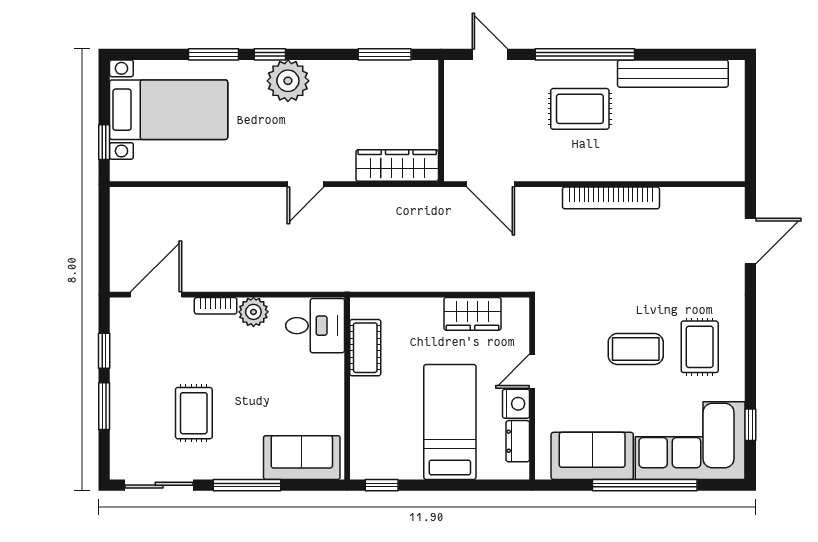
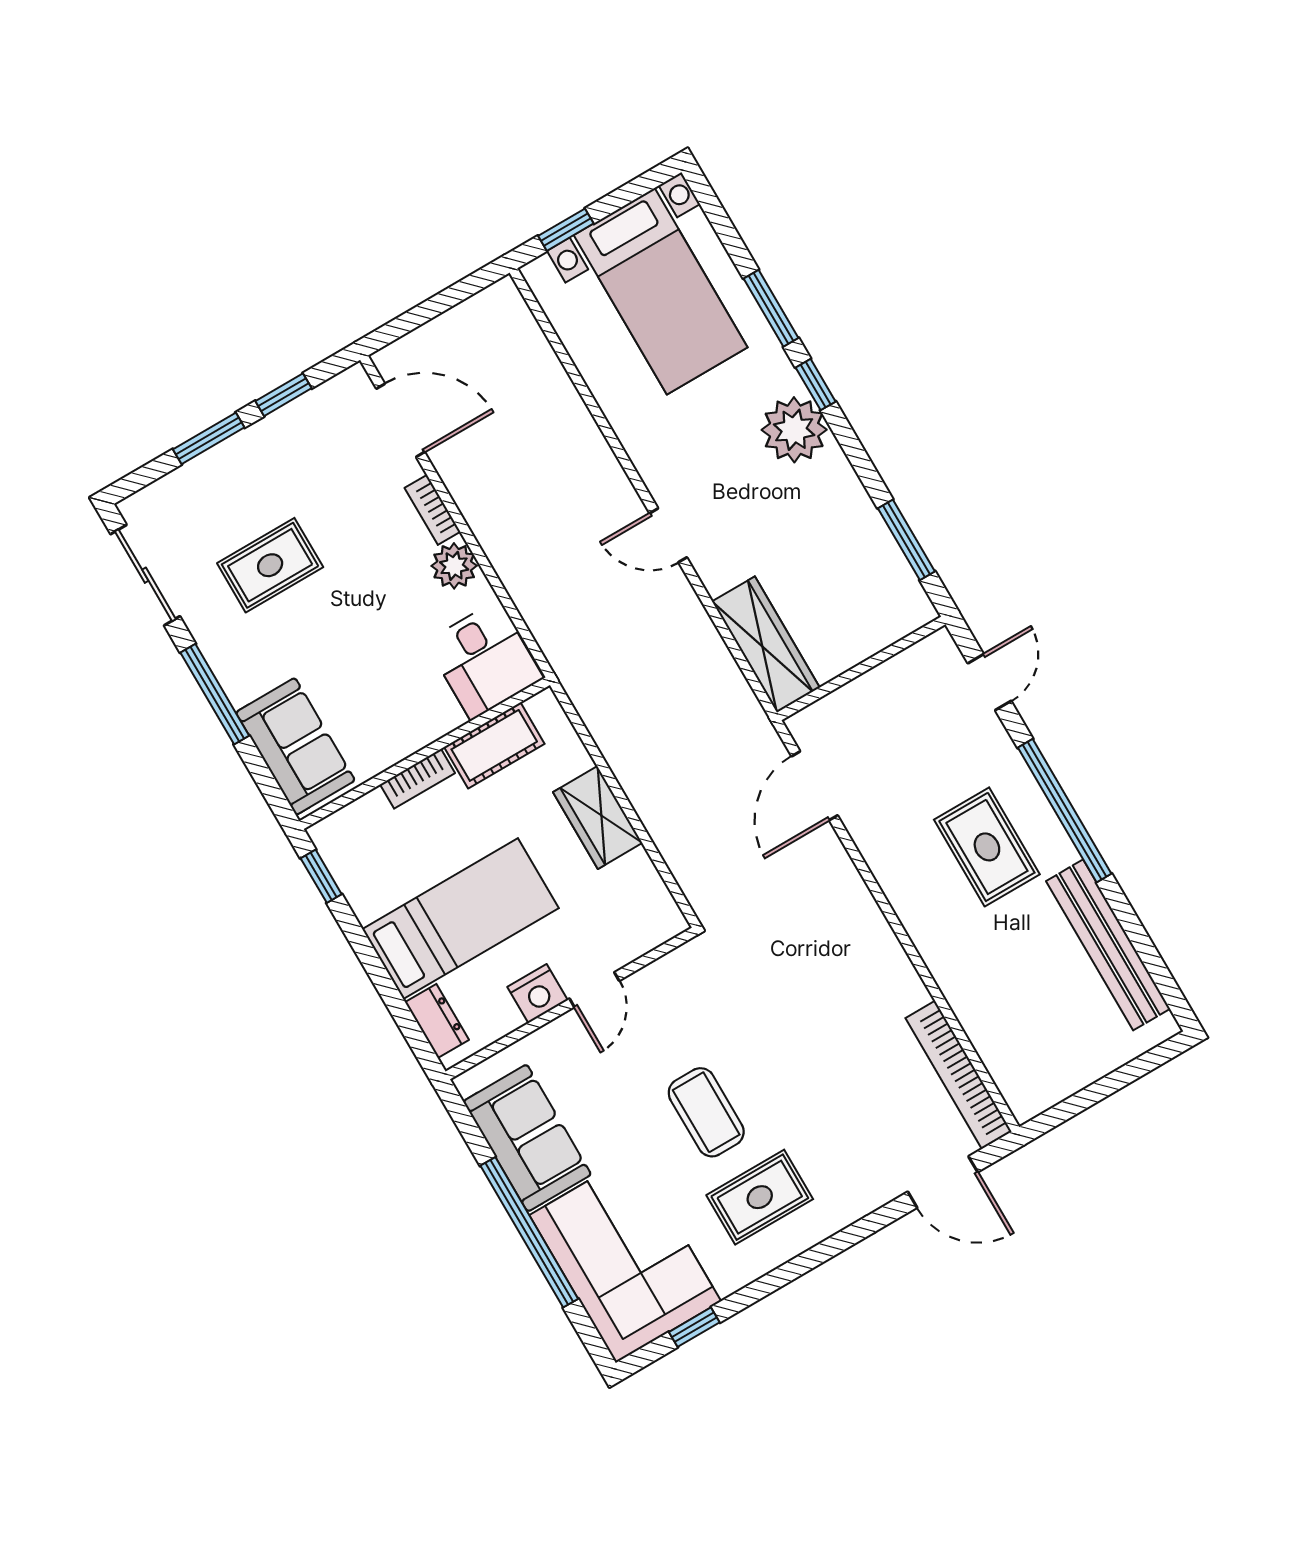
bookcase: (611, 198) -> (959, 1075), moved
wardrobe: (473, 314) -> (598, 817), moved
door: (532, 371) -> (594, 990), swing flipped
bookcase: (359, 401) -> (417, 779), added
dresser: (518, 441) -> (437, 1021), moved, turned 90

